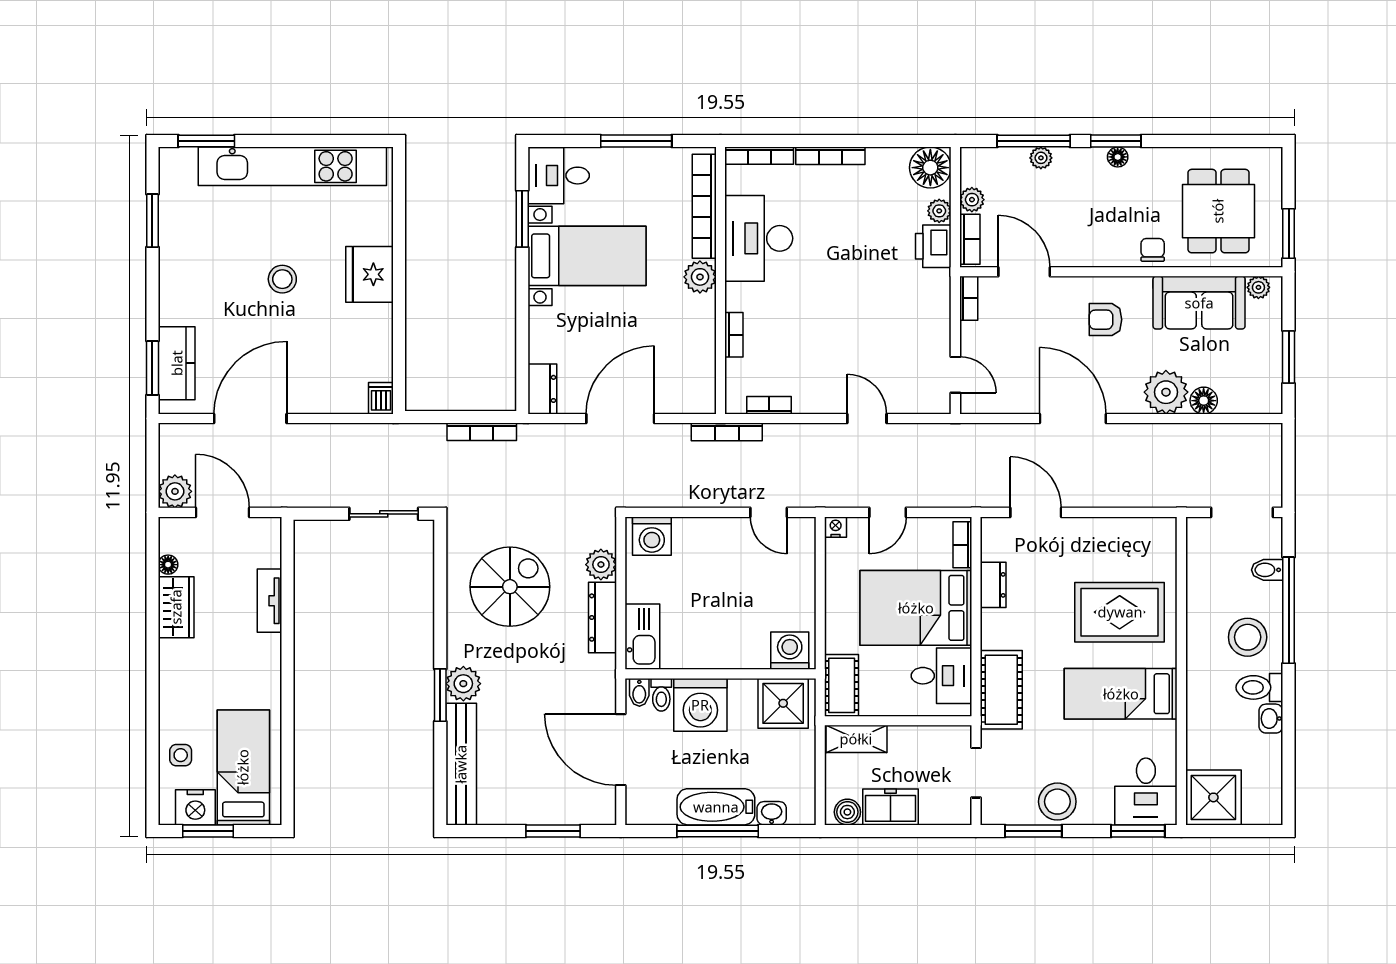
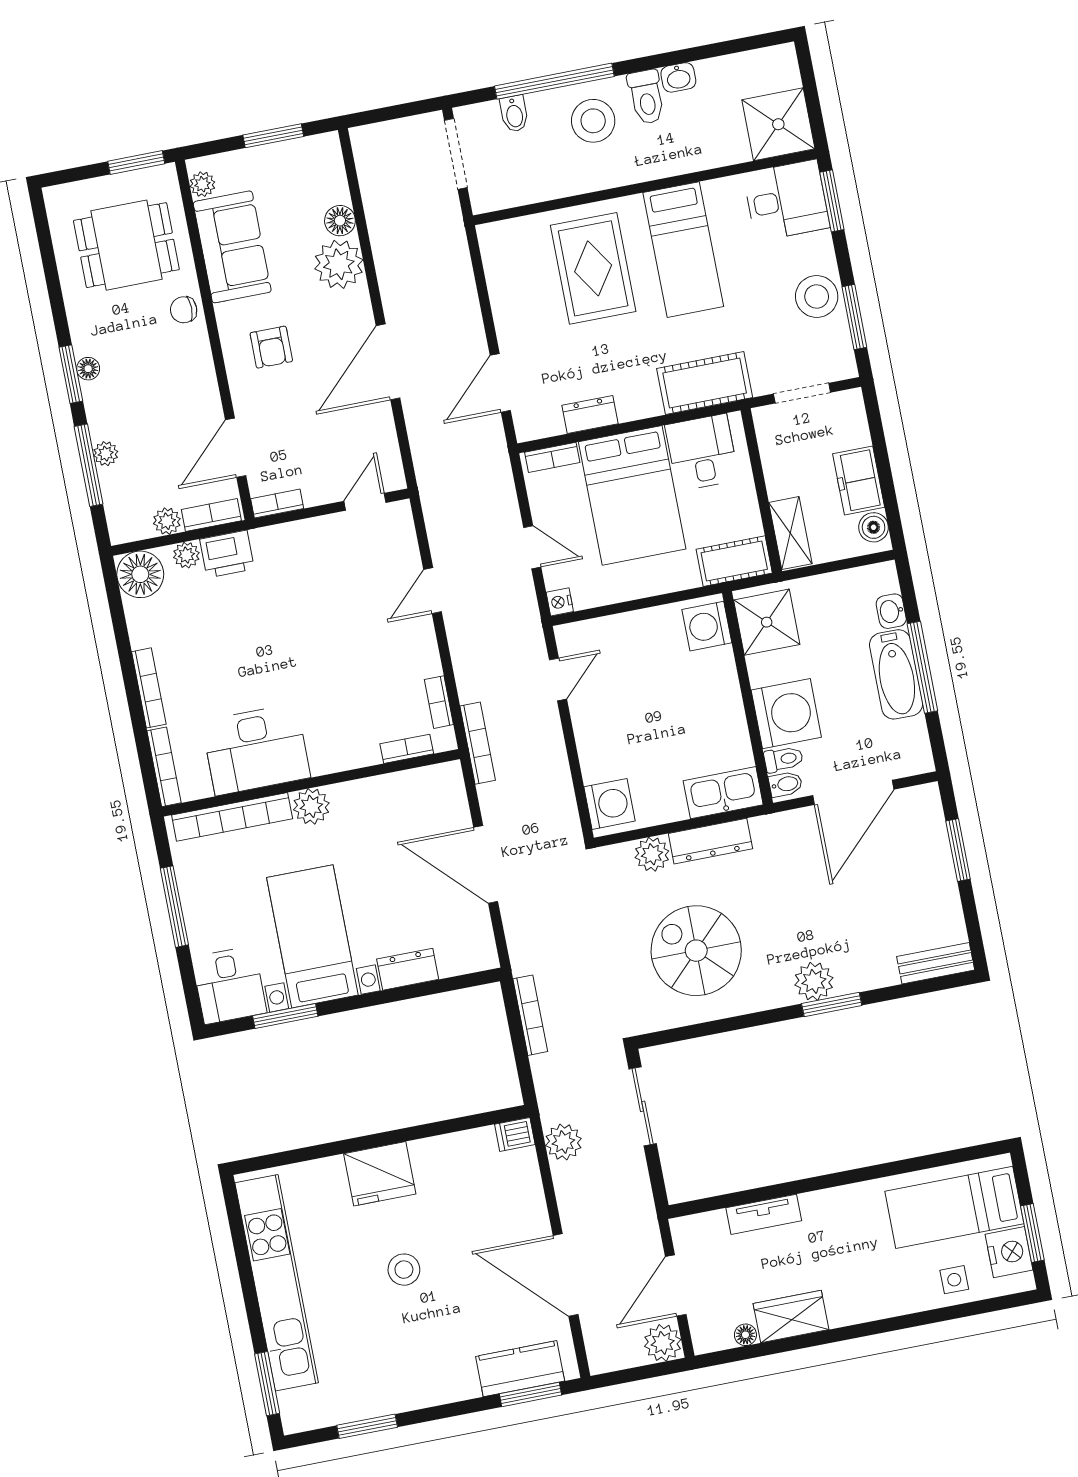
bookcase: (734, 335) -> (407, 749), moved
dresser: (542, 389) -> (408, 969), moved
plant: (366, 439) -> (563, 1142), added
bench: (461, 764) -> (936, 963), width x0.54, depth x0.82

